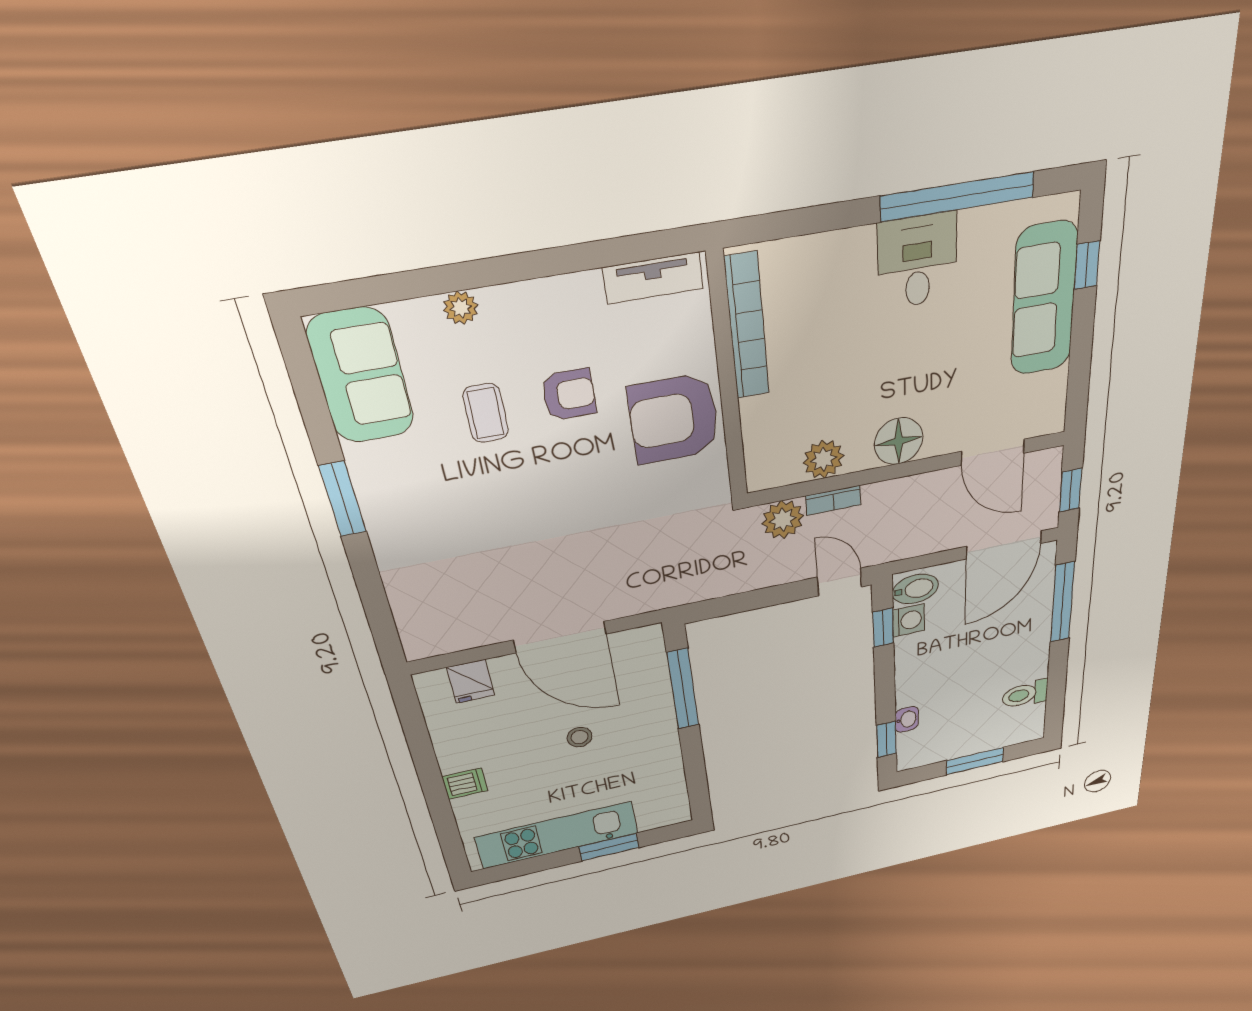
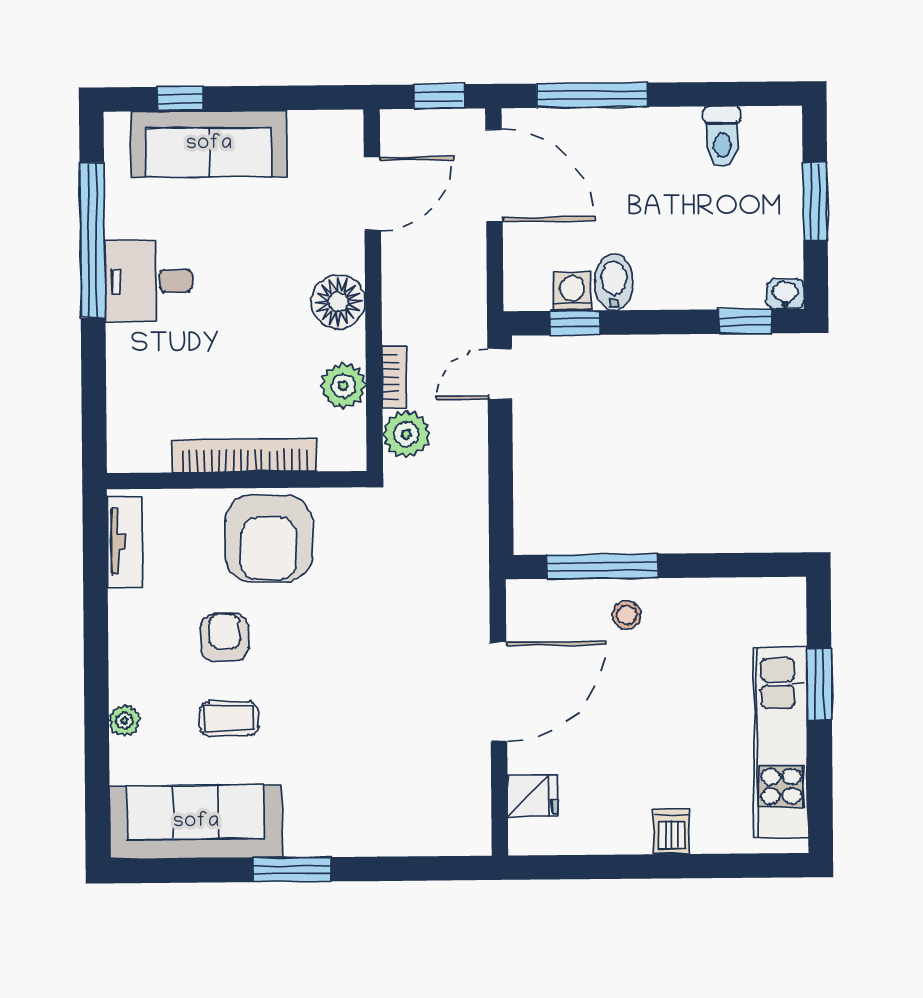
bookcase: (747, 327) -> (244, 456), moved
sofa: (361, 376) -> (196, 822), width x1.36
bidet: (915, 589) -> (614, 282), moved
washbasin: (907, 719) -> (785, 294), moved
stool: (580, 737) -> (627, 615), moved

